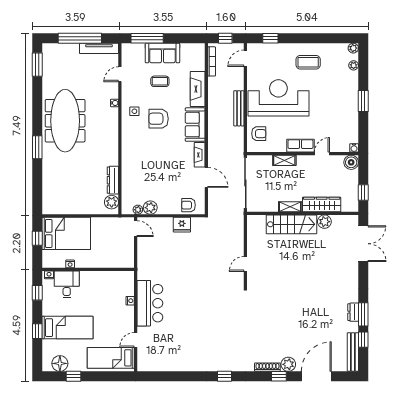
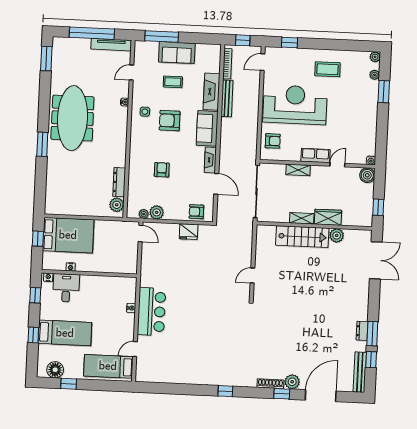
window: (363, 101) -> (384, 92), moved
bench: (239, 108) -> (227, 98), moved
armchair: (153, 166) -> (162, 170), added
wardrobe: (322, 205) -> (328, 217), width x0.67

